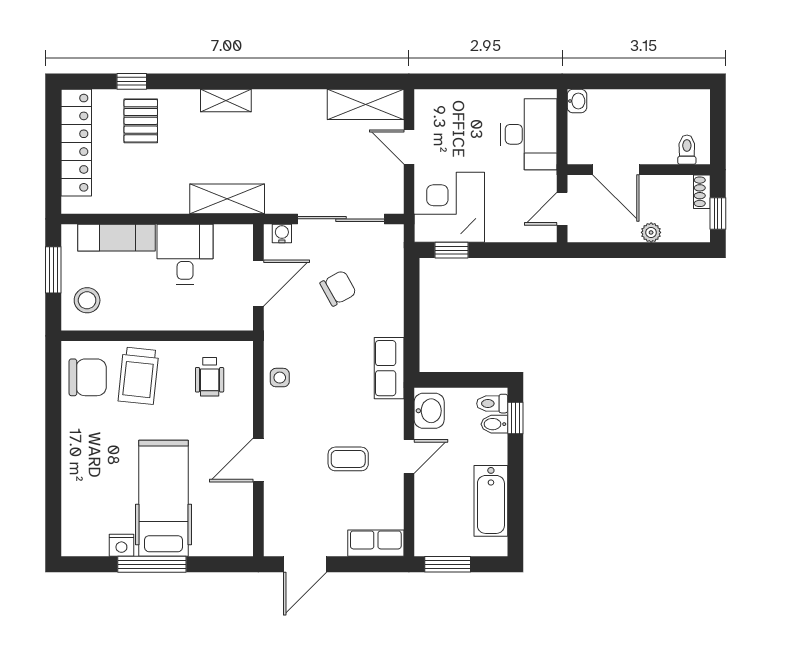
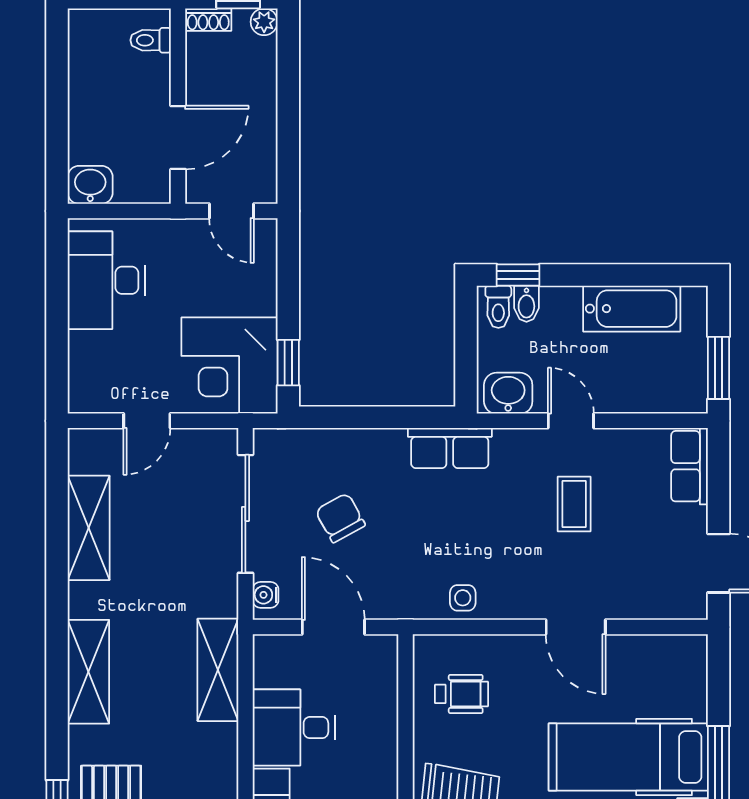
shelving: (226, 100) -> (88, 672), width x1.50, depth x1.33
washbasin: (577, 101) -> (90, 185), width x1.38, depth x1.45
shelving: (366, 104) -> (89, 528), moved
desk: (529, 134) -> (106, 280), moved, turned -90
plant: (651, 232) -> (264, 22), moved

